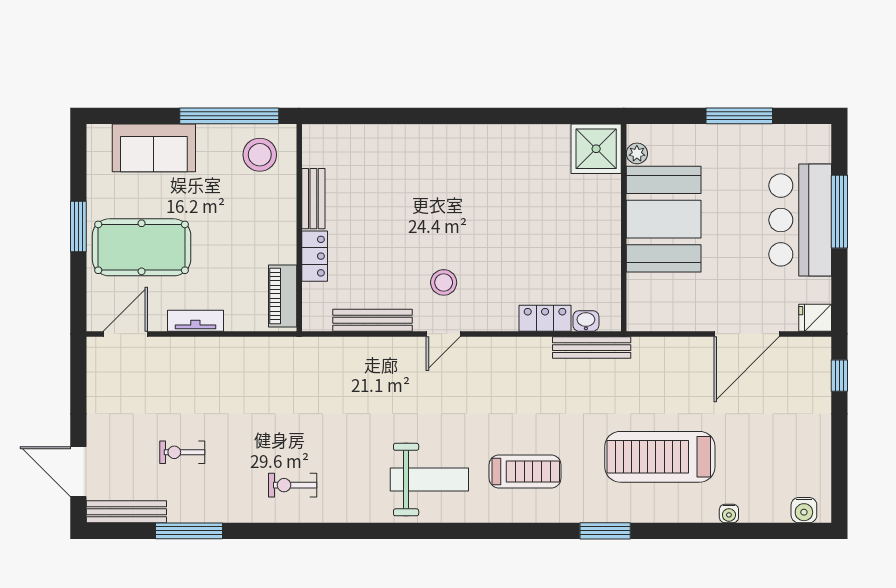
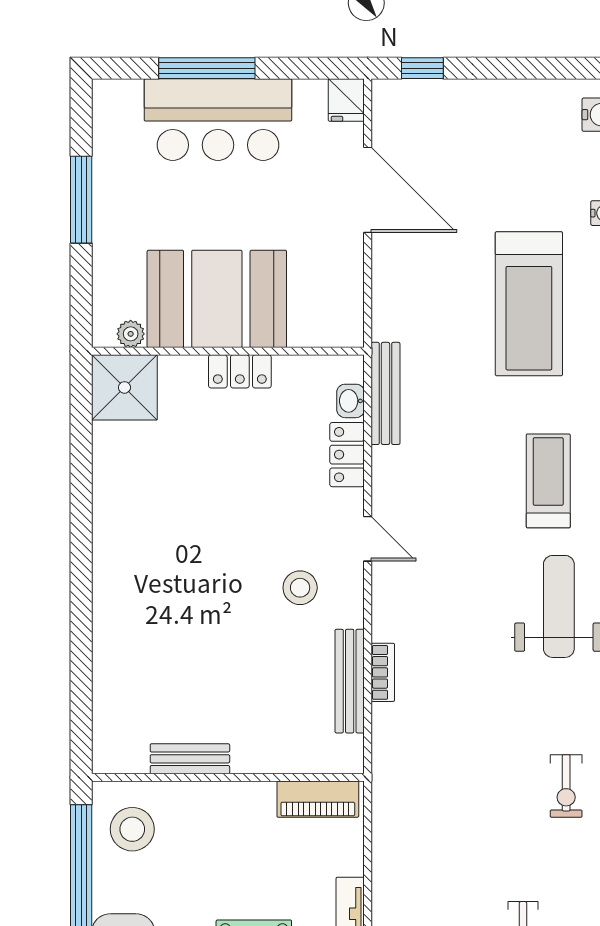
locker: (315, 256) -> (240, 371), moved, turned 180
door: (443, 334) -> (368, 539), moved
bookcase: (379, 346) -> (383, 672), added

